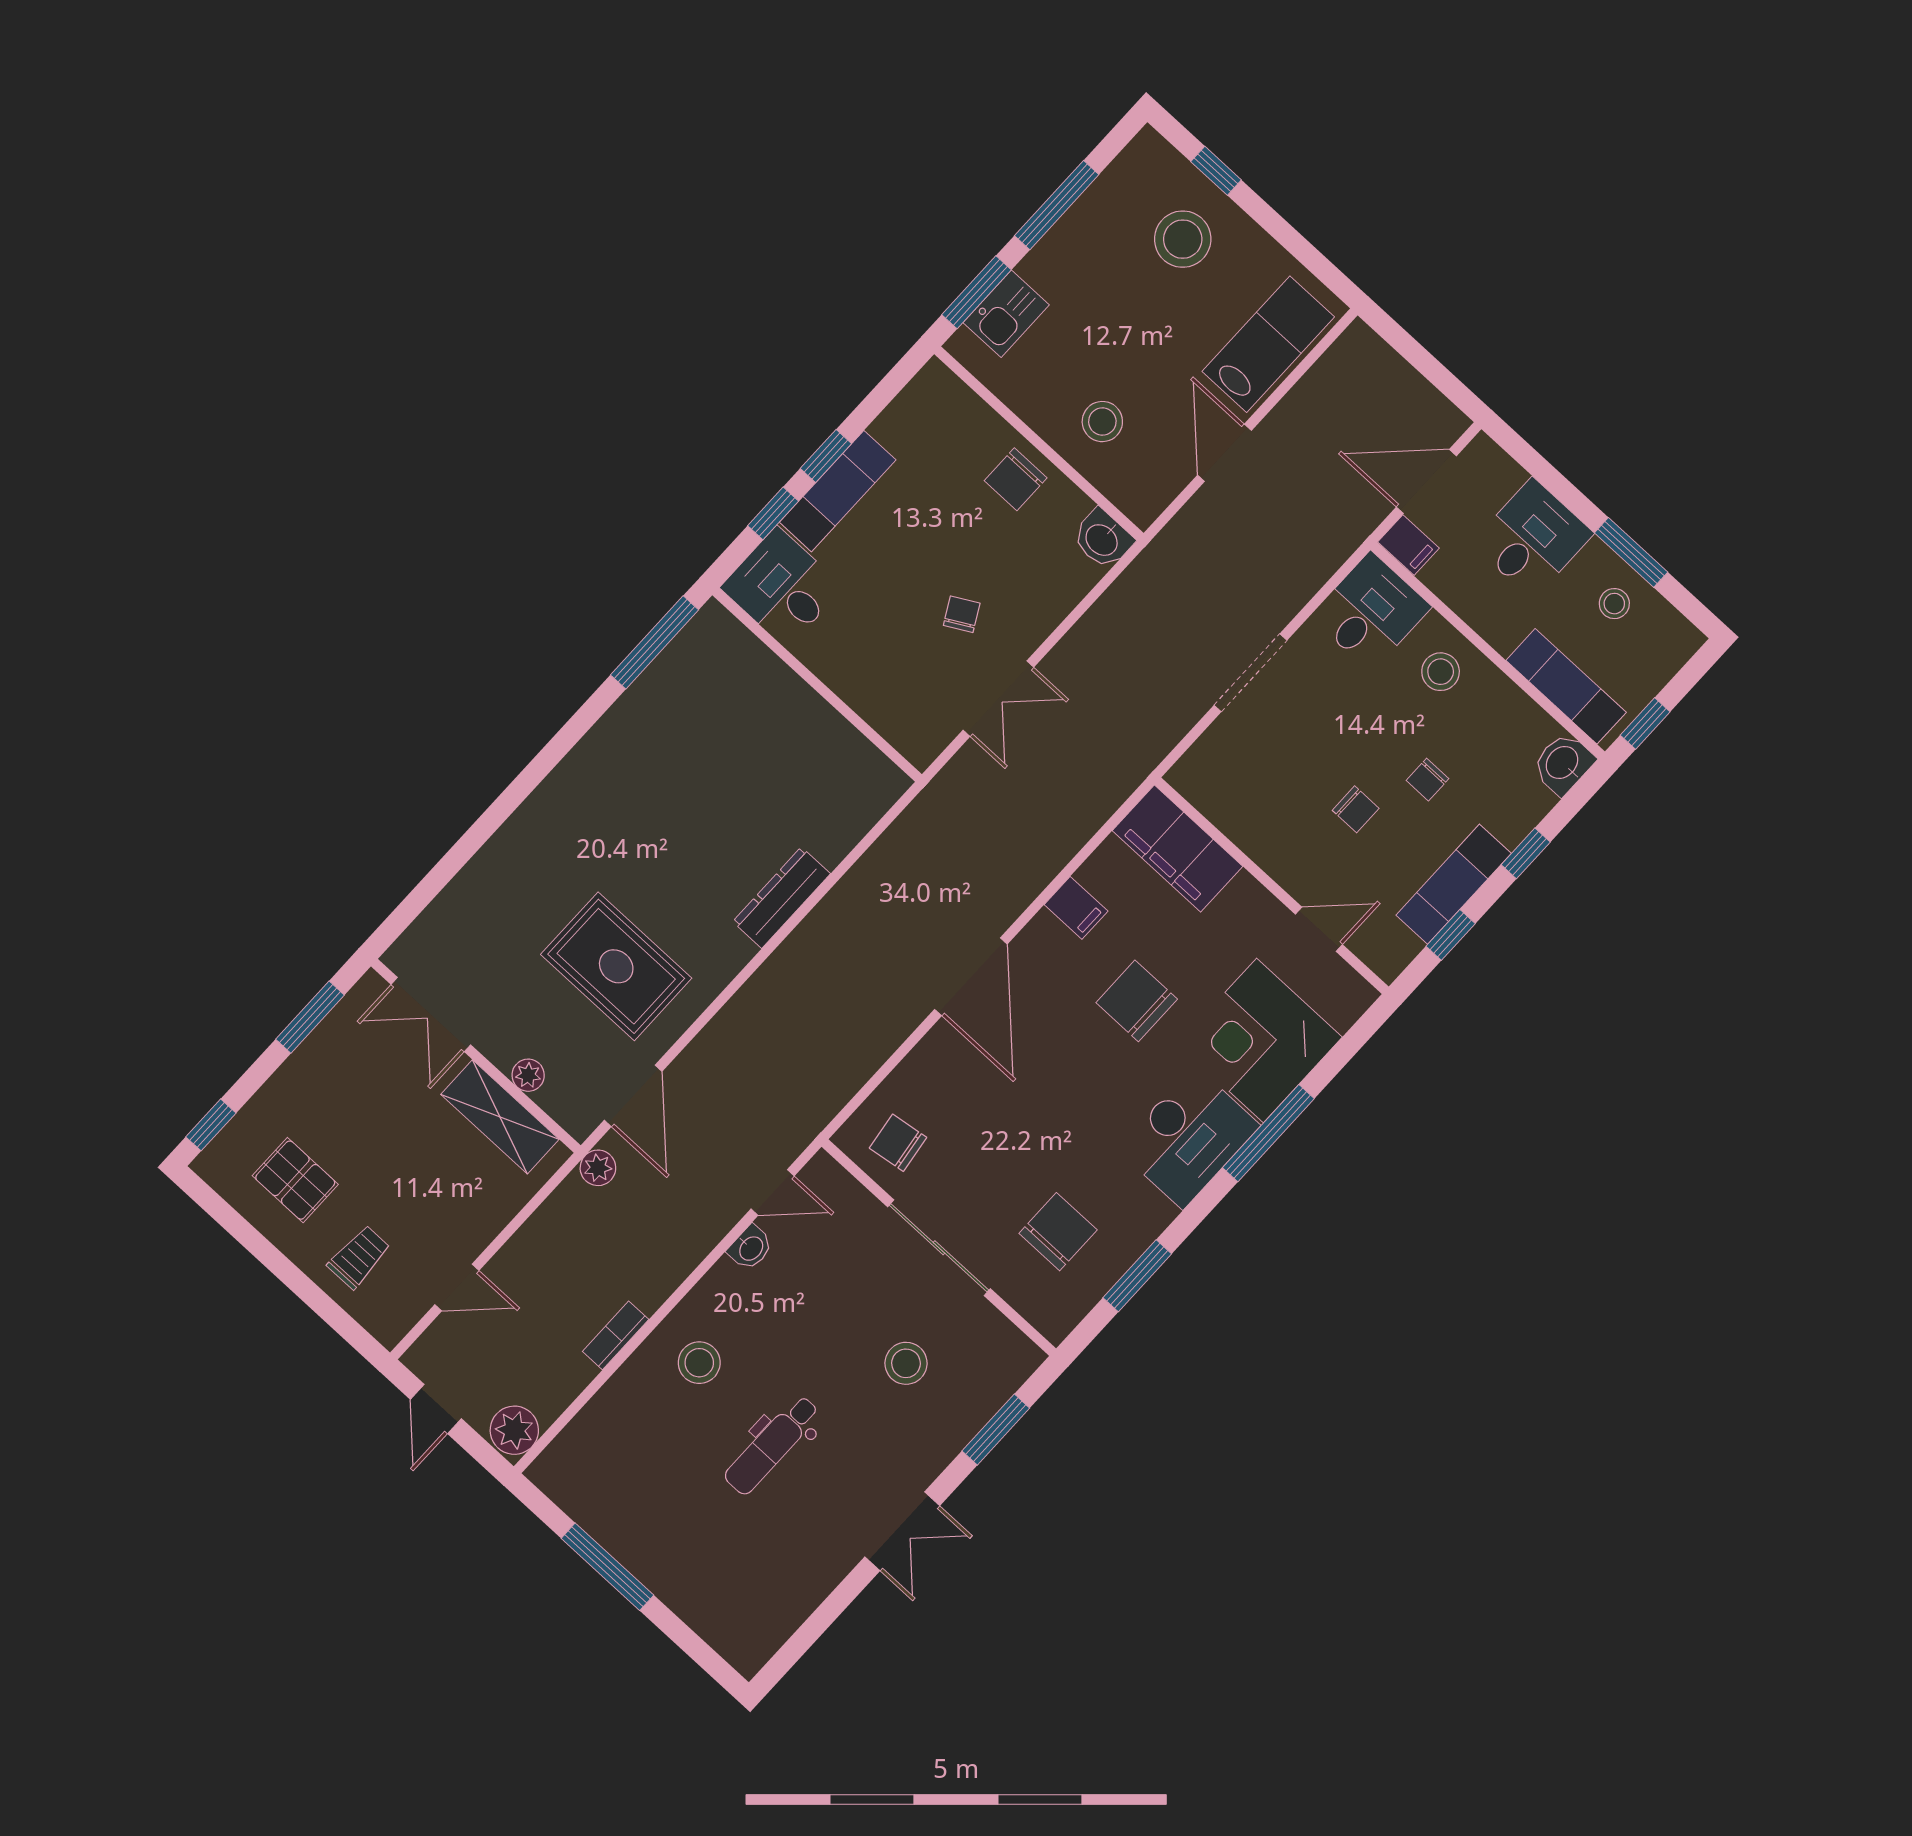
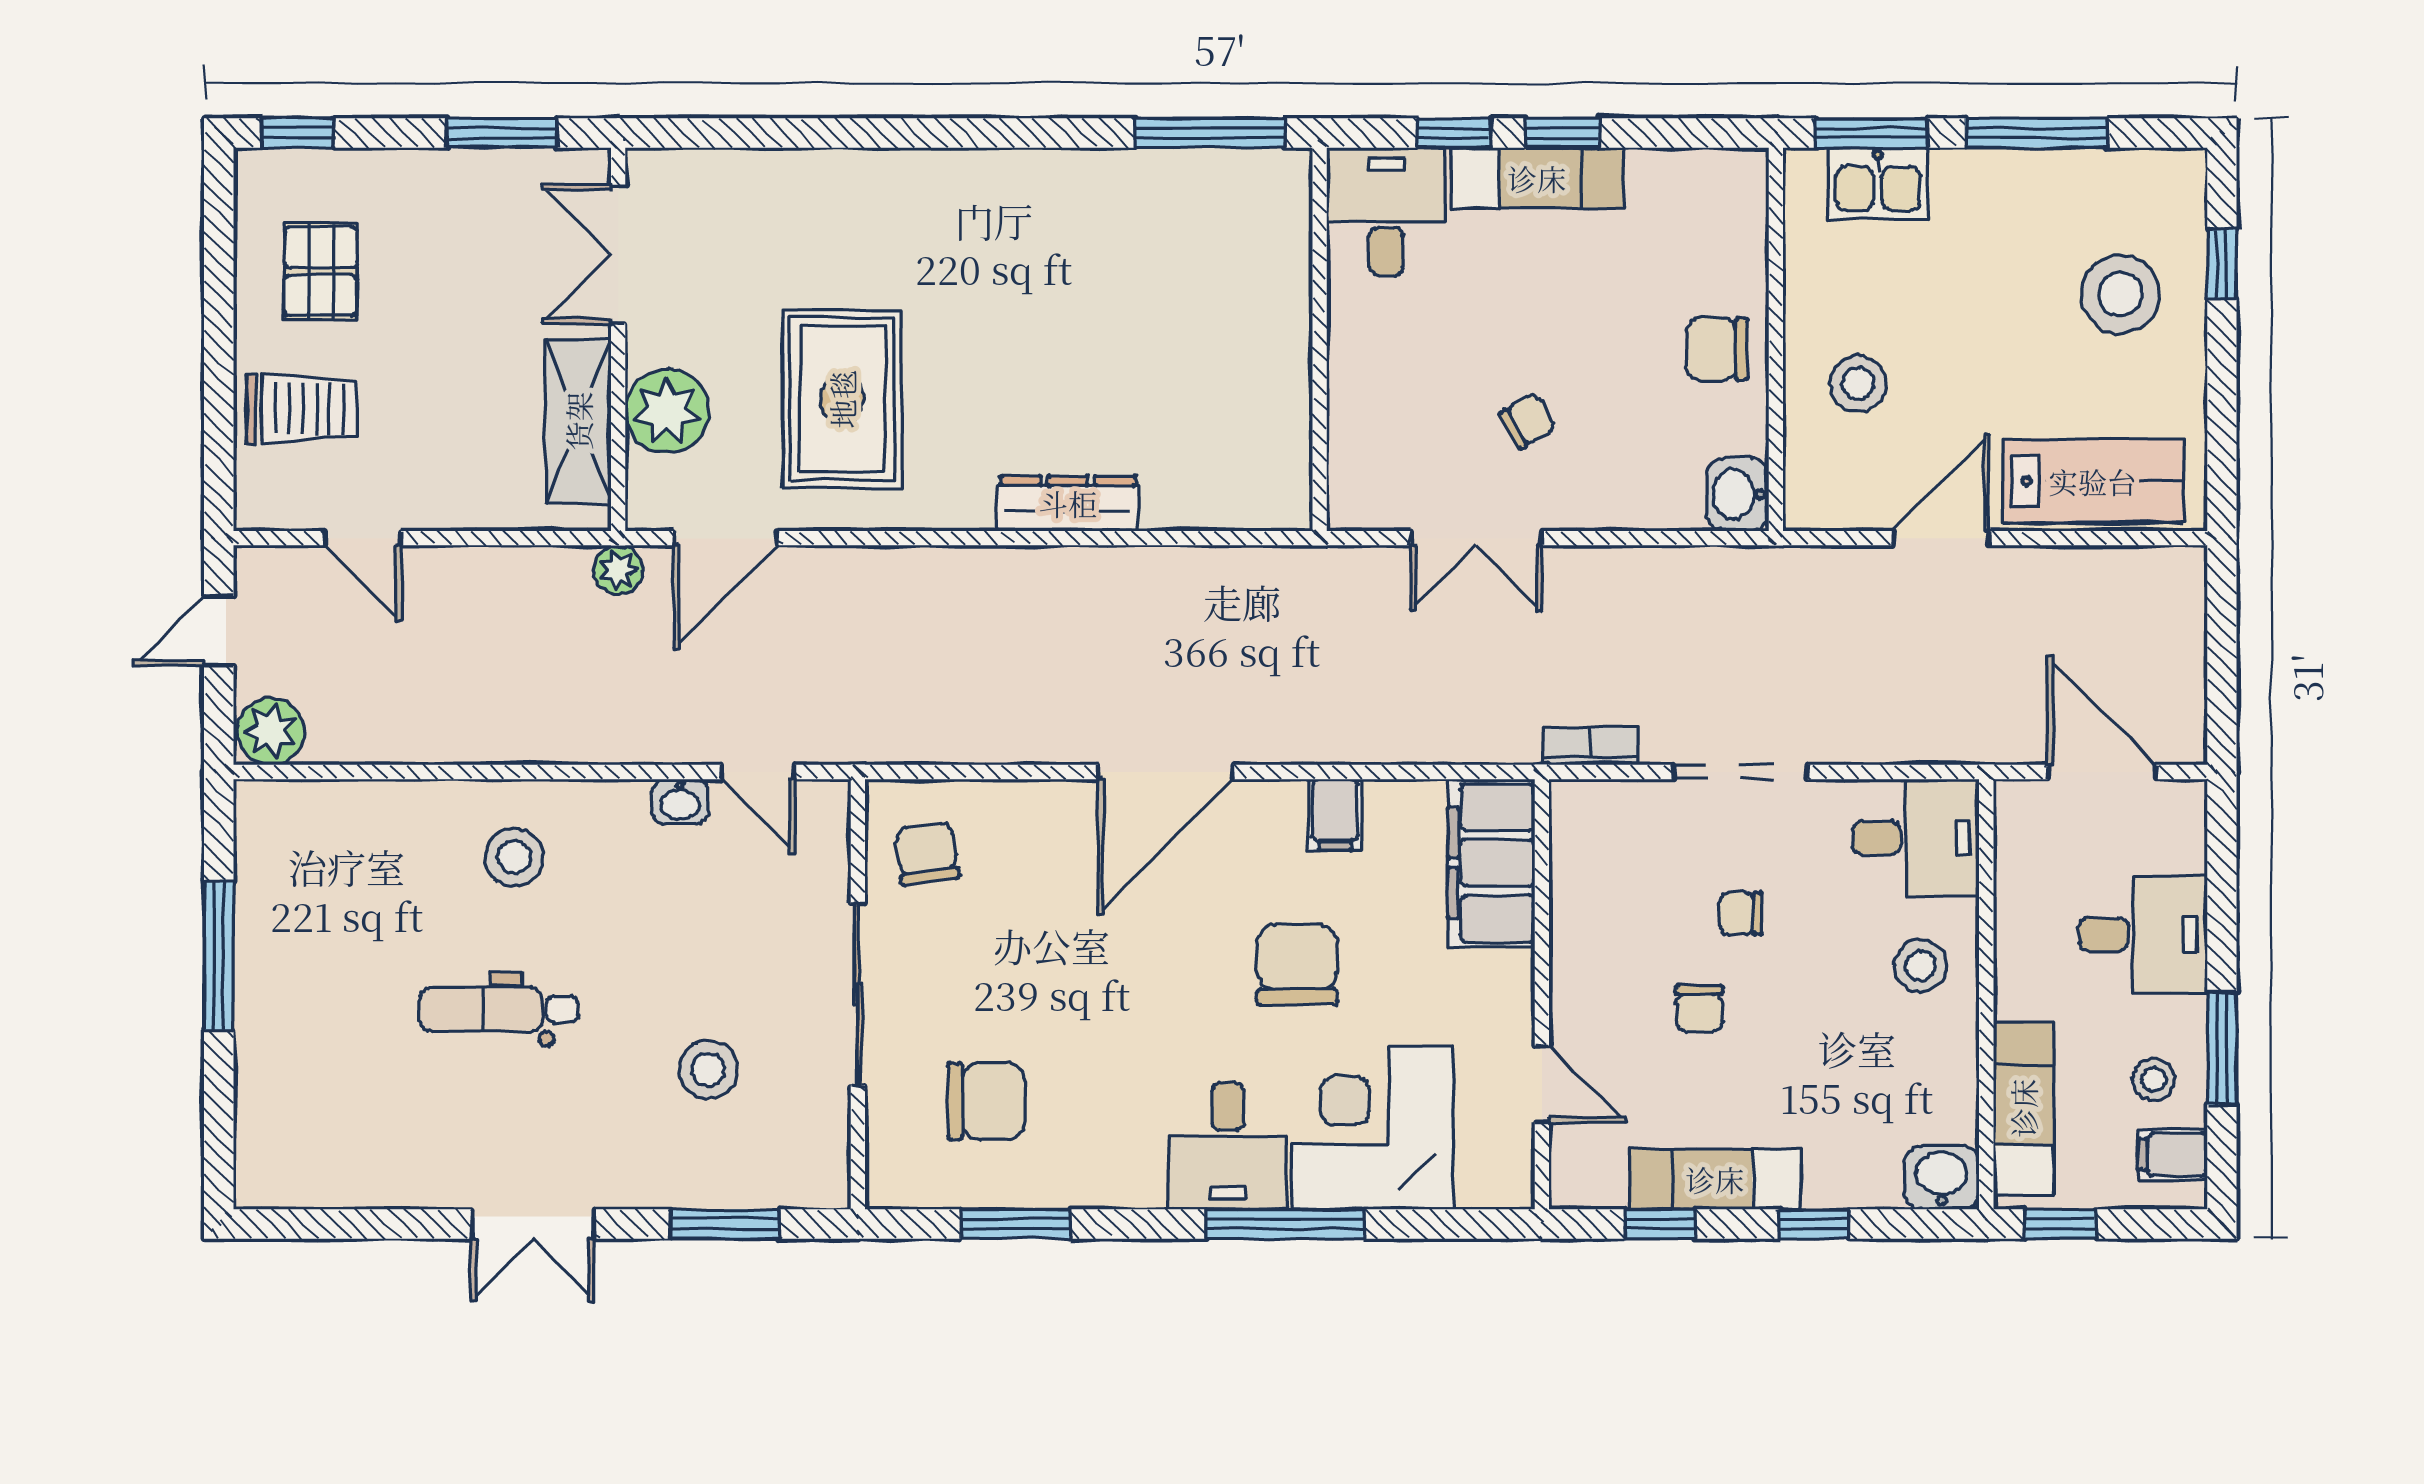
filing cabinet: (1409, 545) -> (2173, 1154), moved, turned 90
chair: (1428, 780) -> (1741, 913), moved
plant: (528, 1075) -> (667, 411), width x1.87, depth x1.87
desk: (1189, 1137) -> (1228, 1146), width x0.73
trolley: (359, 1257) -> (302, 409), width x1.36, depth x1.39
bookcase: (616, 1335) -> (1591, 746), moved

